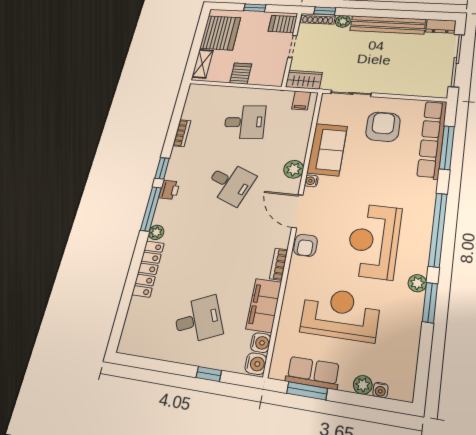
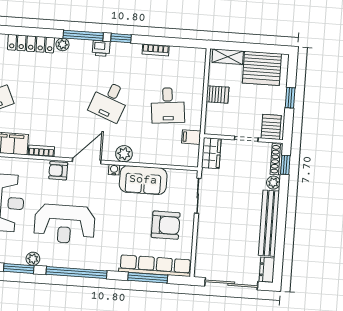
filing cabinet: (301, 100) -> (191, 137), moved
reception desk: (374, 241) -> (65, 224), turned 180

